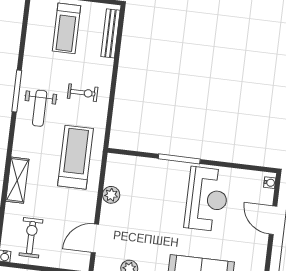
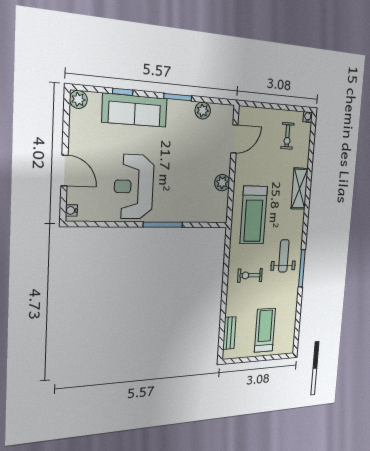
bench: (110, 33) -> (229, 333), width x0.73
exercise bike: (31, 238) -> (287, 136), width x0.73, depth x0.72

